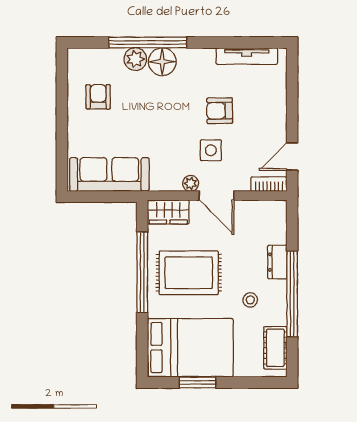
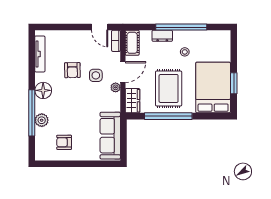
floor lamp: (162, 62) -> (43, 90), moved
cot: (275, 348) -> (132, 43), moved, turned 90

